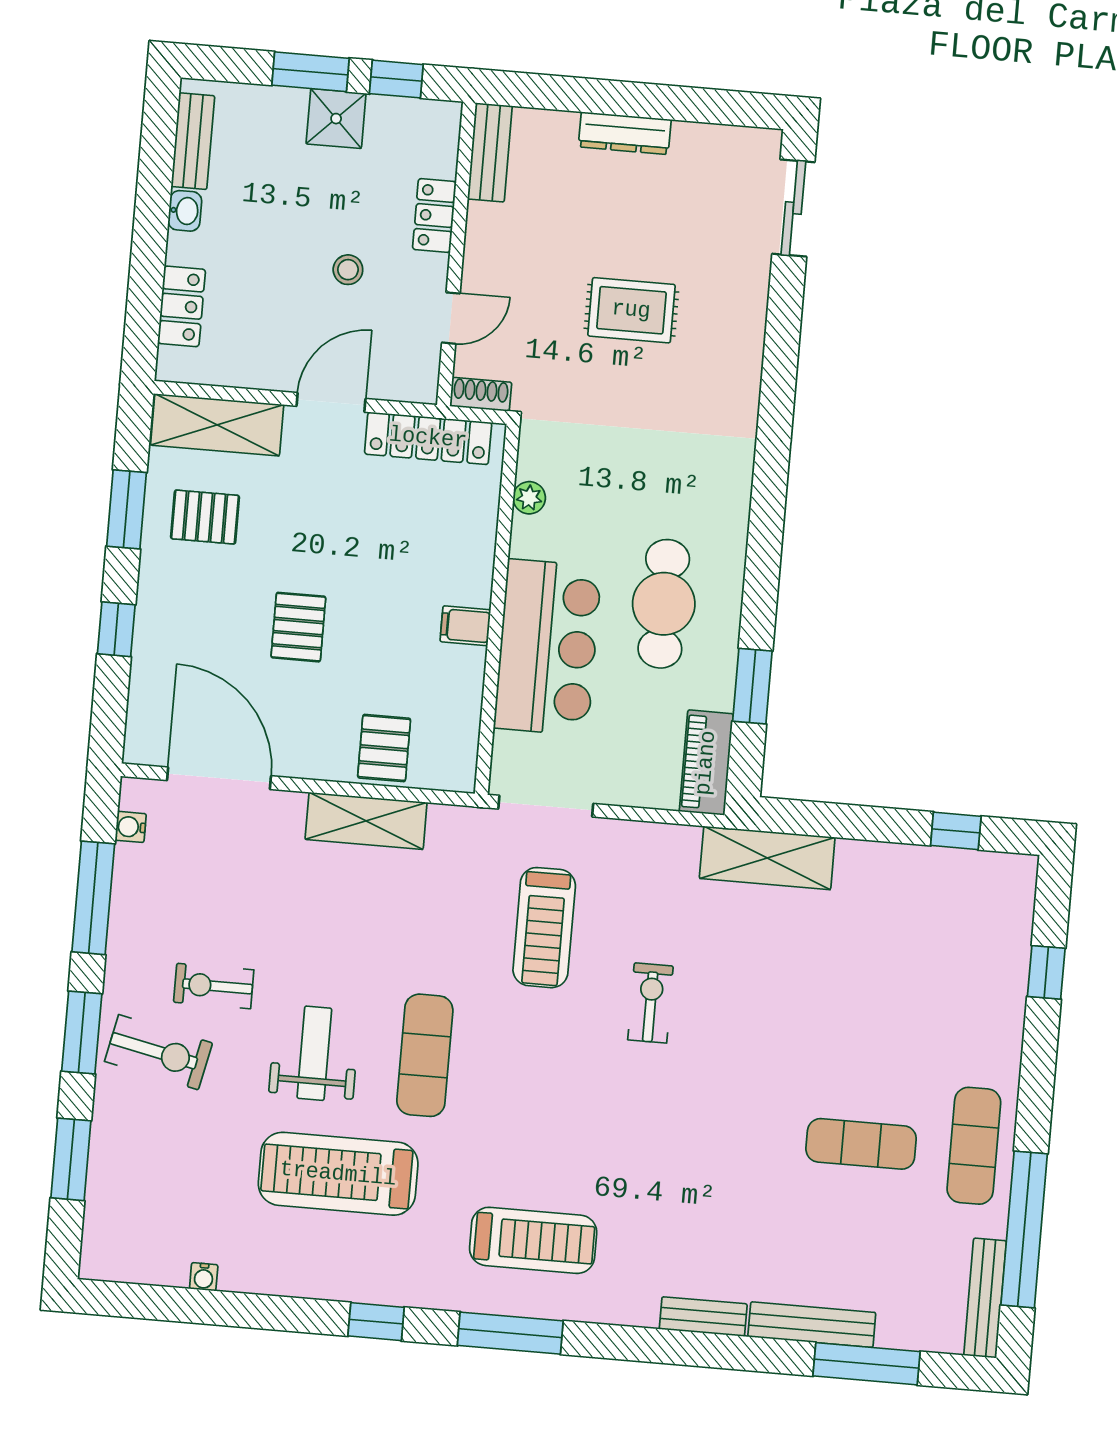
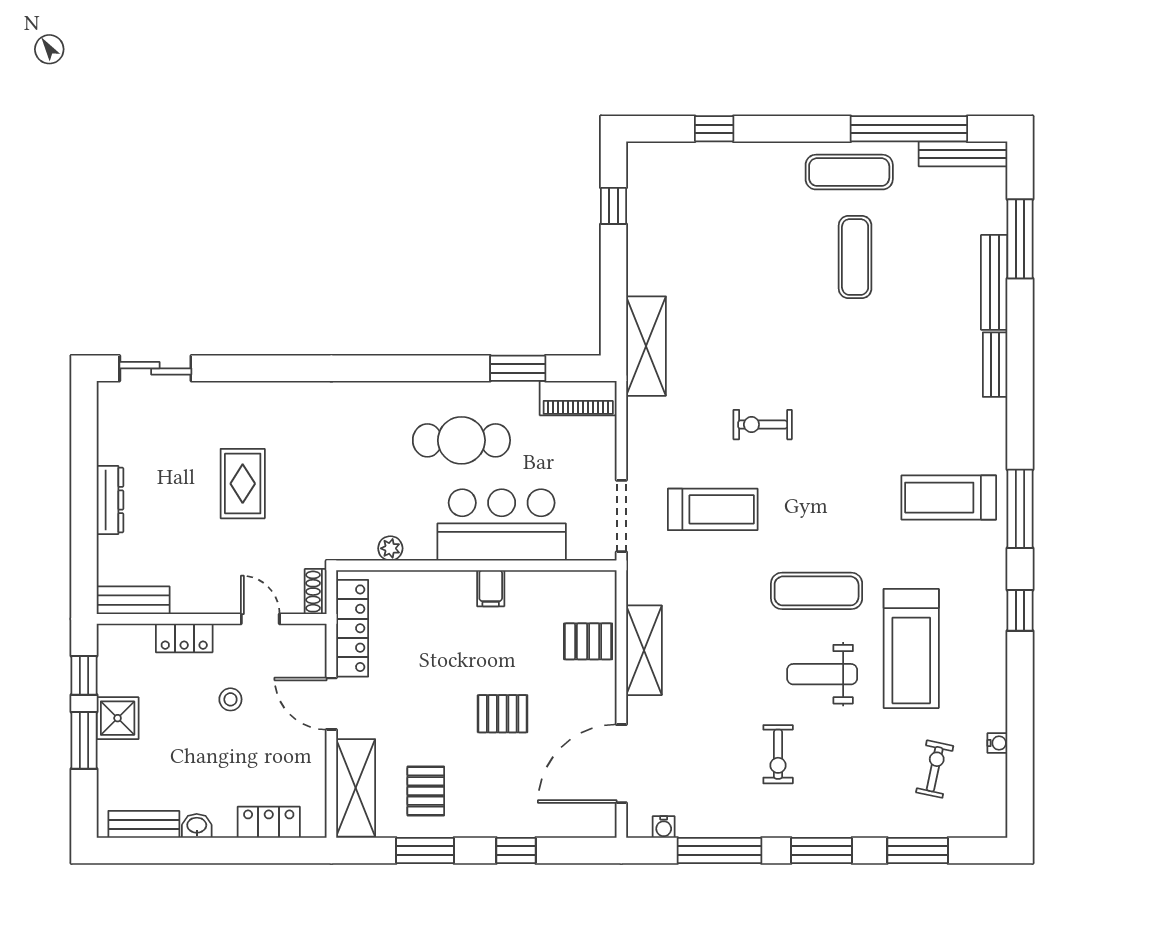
exercise bike: (158, 1052) -> (935, 769), moved, width x0.73, depth x0.72
treadmill: (533, 1240) -> (949, 498), turned -90

